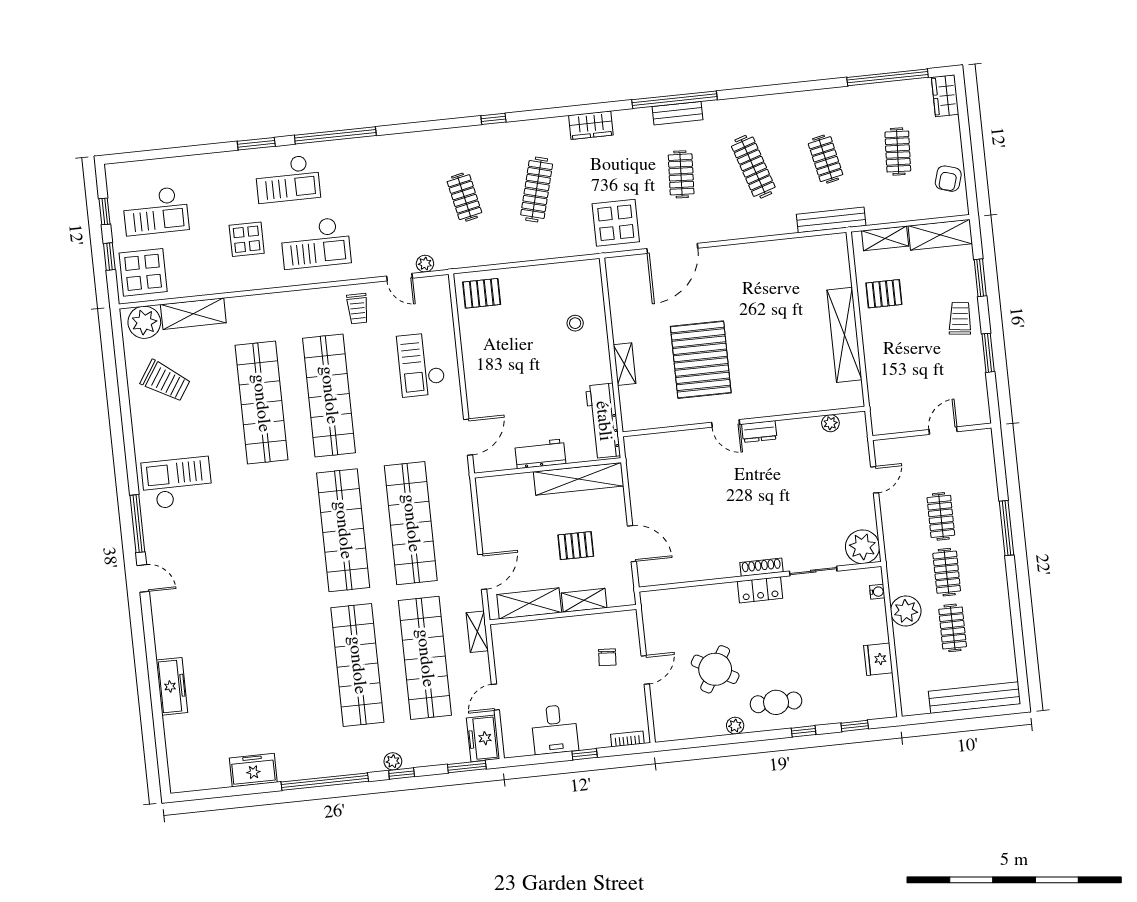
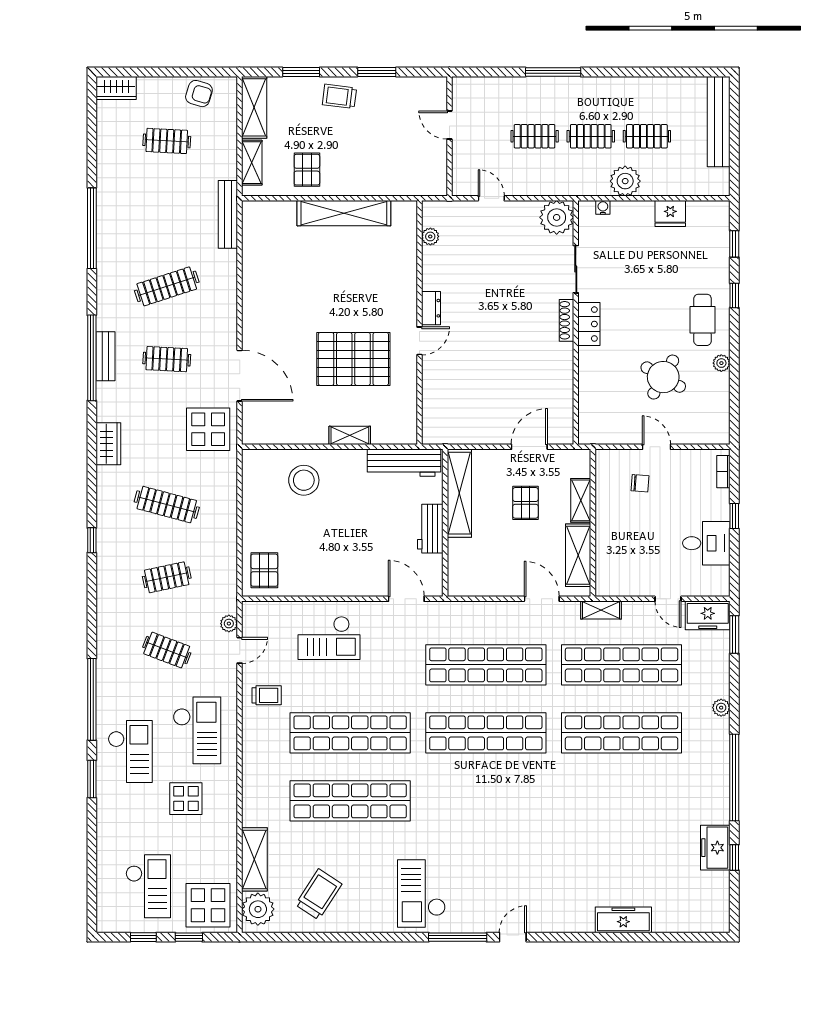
window: (888, 77) -> (92, 228), moved
clothes rail: (826, 159) -> (167, 650), moved, turned 33
stool: (575, 323) -> (304, 480), width x1.89, depth x1.89
window: (402, 774) -> (734, 857), moved

